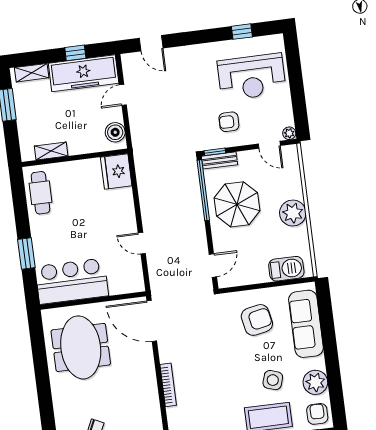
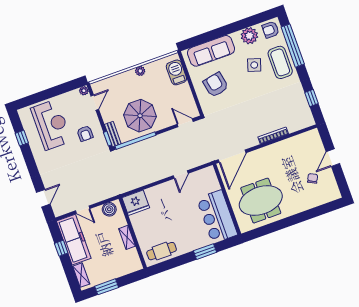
shelving: (51, 151) -> (127, 237), moved
plant: (293, 213) -> (140, 71), width x0.53, depth x0.53

